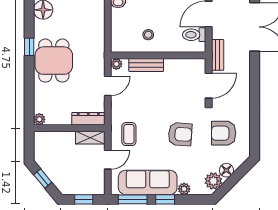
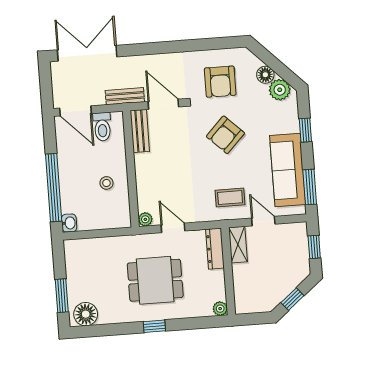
window: (29, 47) -> (154, 326), moved
dining table: (54, 61) -> (155, 280), moved
bench: (146, 65) -> (140, 131), moved
armchair: (180, 134) -> (225, 135), turned -140
plant: (184, 189) -> (292, 125), removed
window: (165, 199) -> (305, 130), moved

